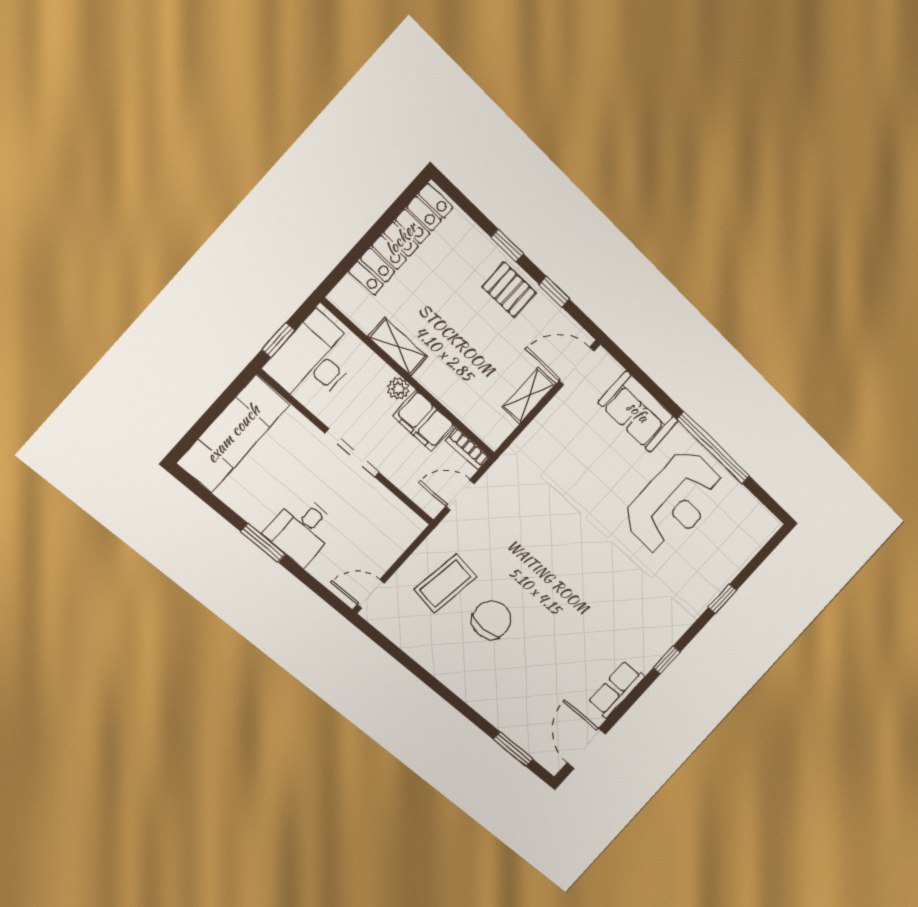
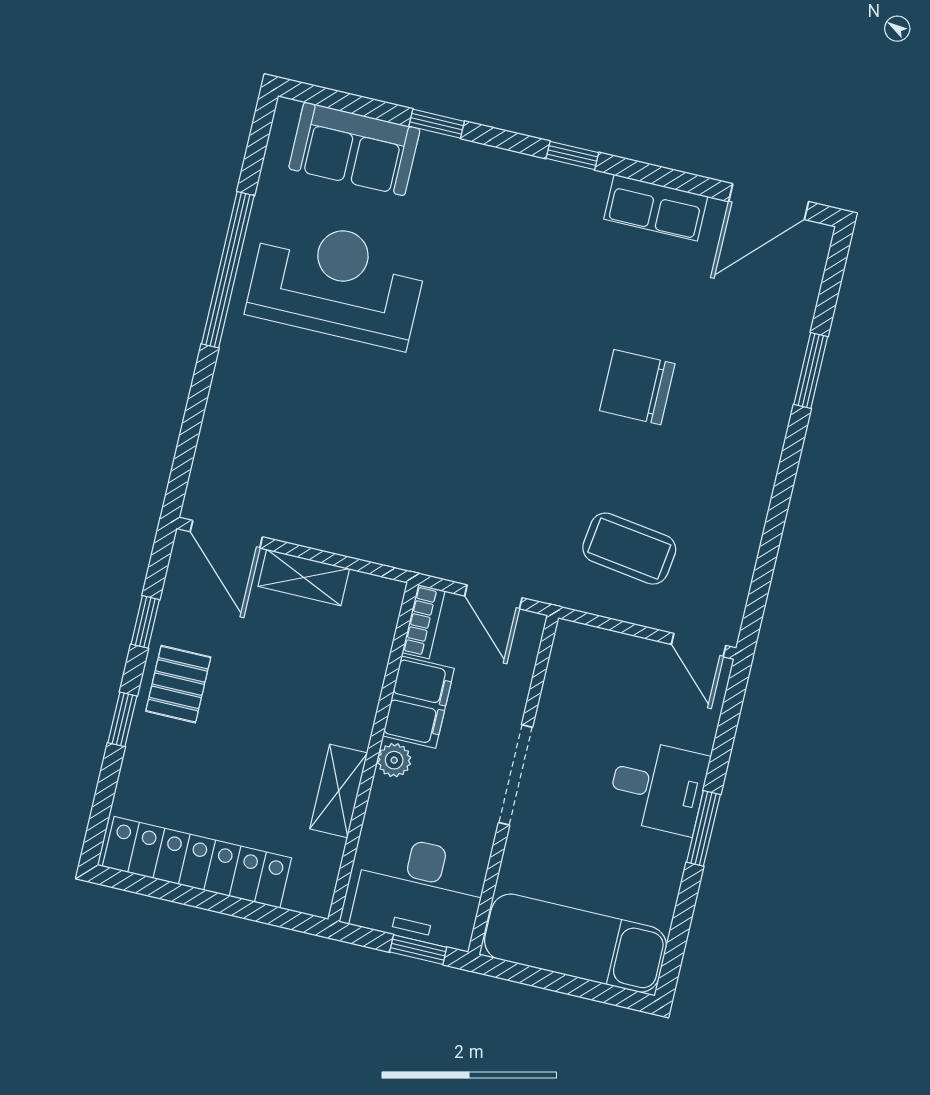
sofa: (638, 412) -> (354, 149), moved, turned 90
chair: (491, 620) -> (637, 387), moved
window: (513, 749) -> (811, 370), moved

